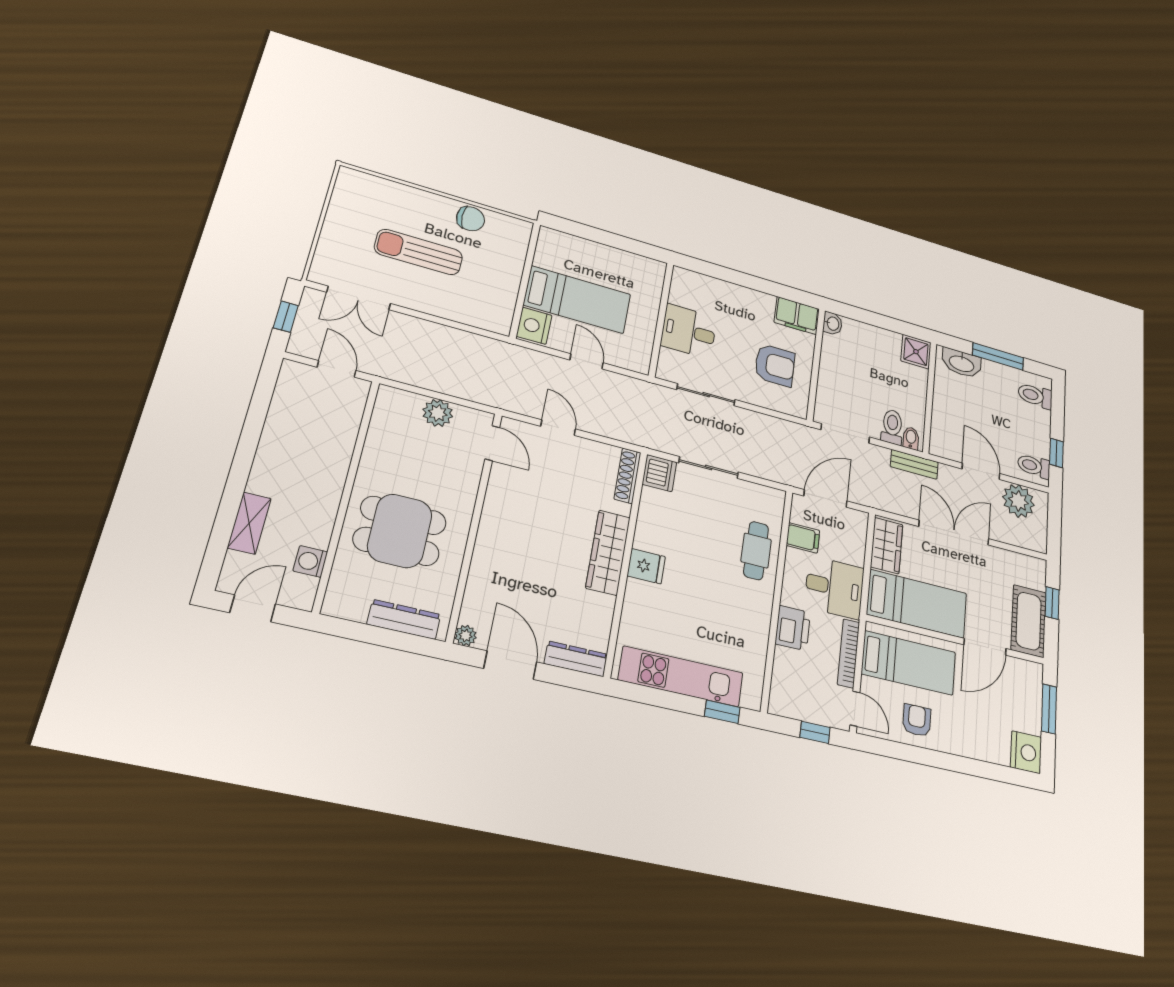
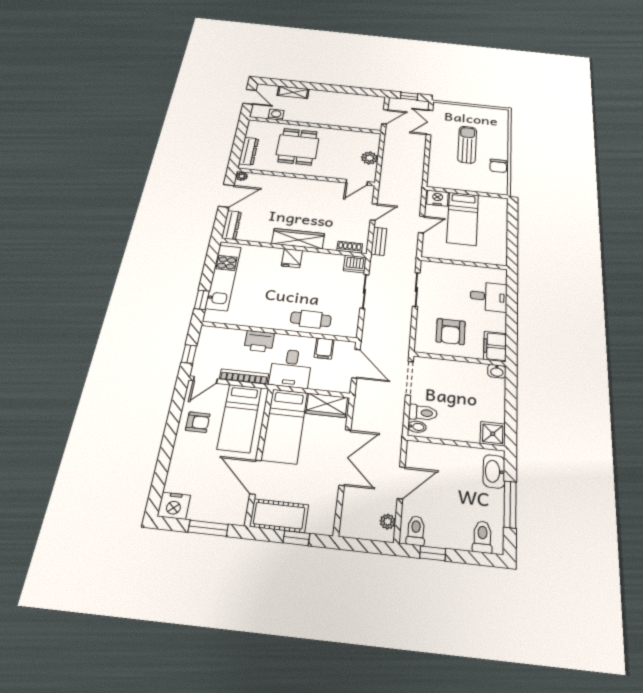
desk: (689, 331) -> (489, 297), moved, turned 90
bench: (914, 464) -> (379, 241), moved
shoe rack: (627, 476) -> (350, 247), width x0.70
plant: (1018, 501) -> (388, 522), width x0.53, depth x0.53

